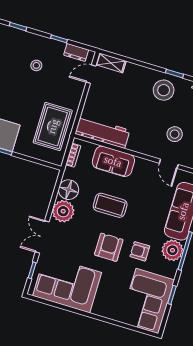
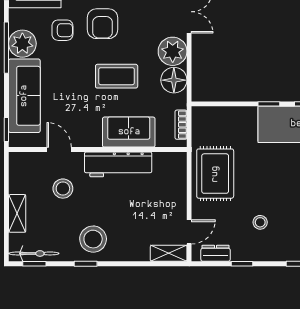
rug: (53, 126) -> (215, 174), moved
workbench: (102, 132) -> (118, 164), moved

